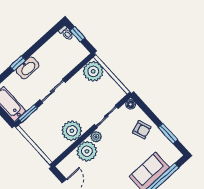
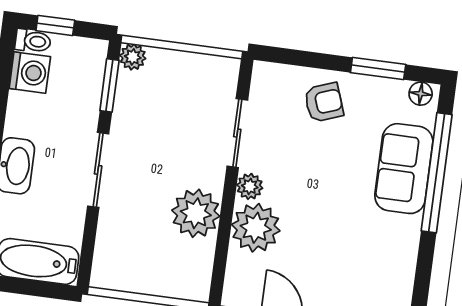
washing machine: (57, 42) -> (30, 73), added
plant: (93, 71) -> (133, 57), width x0.53, depth x0.53
floor lamp: (131, 104) -> (421, 94), moved
window: (28, 114) -> (109, 85), moved

